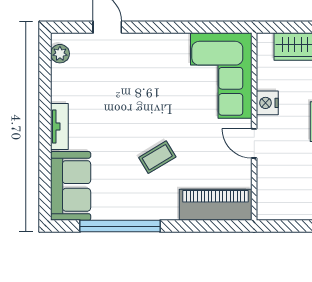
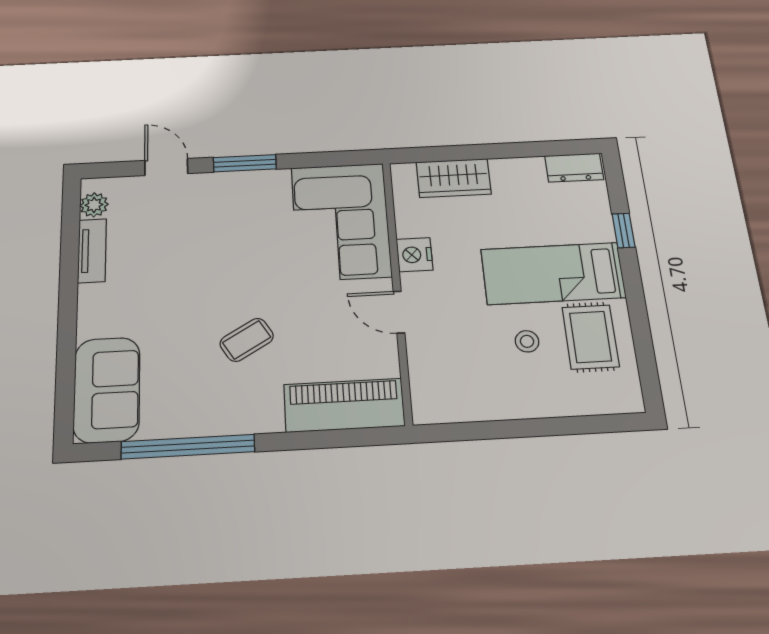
window: (160, 27) -> (245, 163), added
tv unit: (59, 127) -> (92, 251), moved

